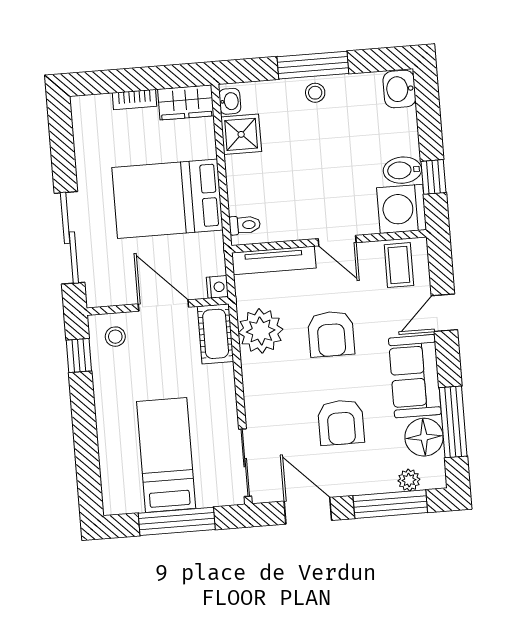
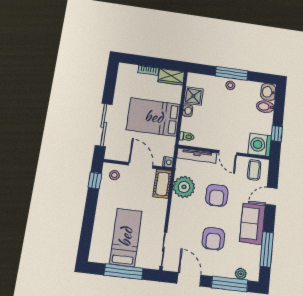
washbasin: (230, 101) -> (188, 111), moved
bidet: (402, 170) -> (265, 107), moved
floor lamp: (424, 437) -> (252, 254), removed

